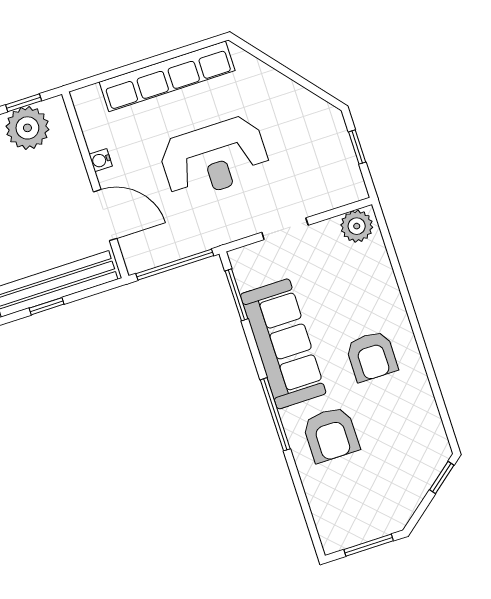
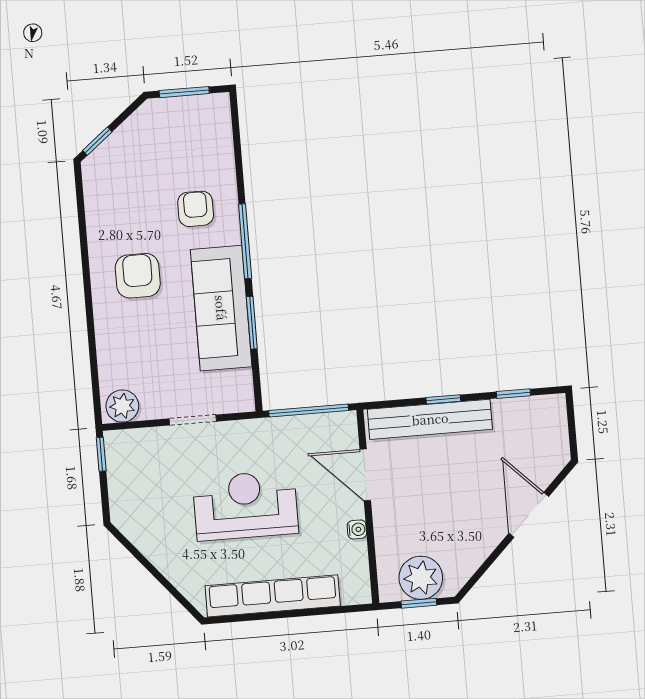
window: (357, 147) -> (101, 454), moved
window: (236, 295) -> (252, 323), moved
armchair: (331, 434) -> (196, 209), width x0.72, depth x0.72

